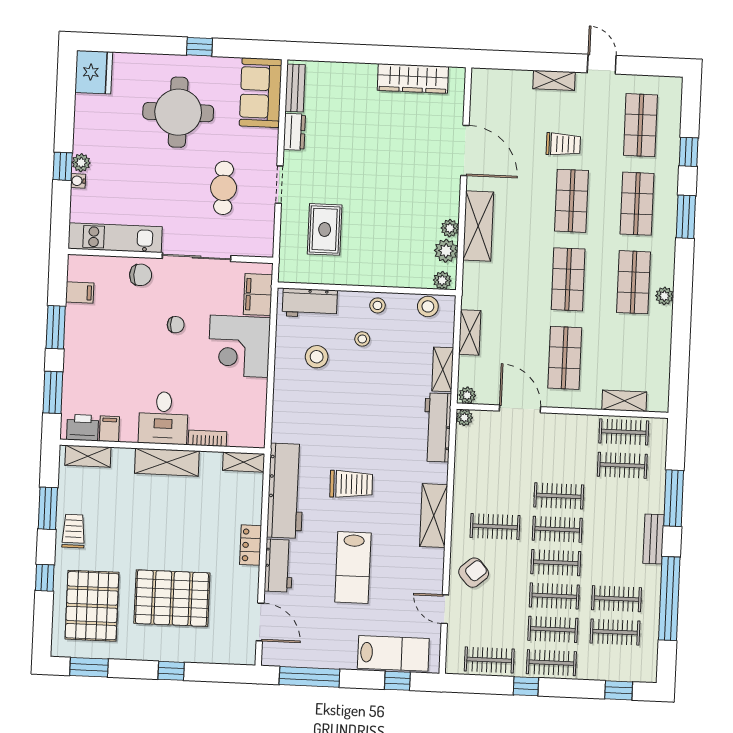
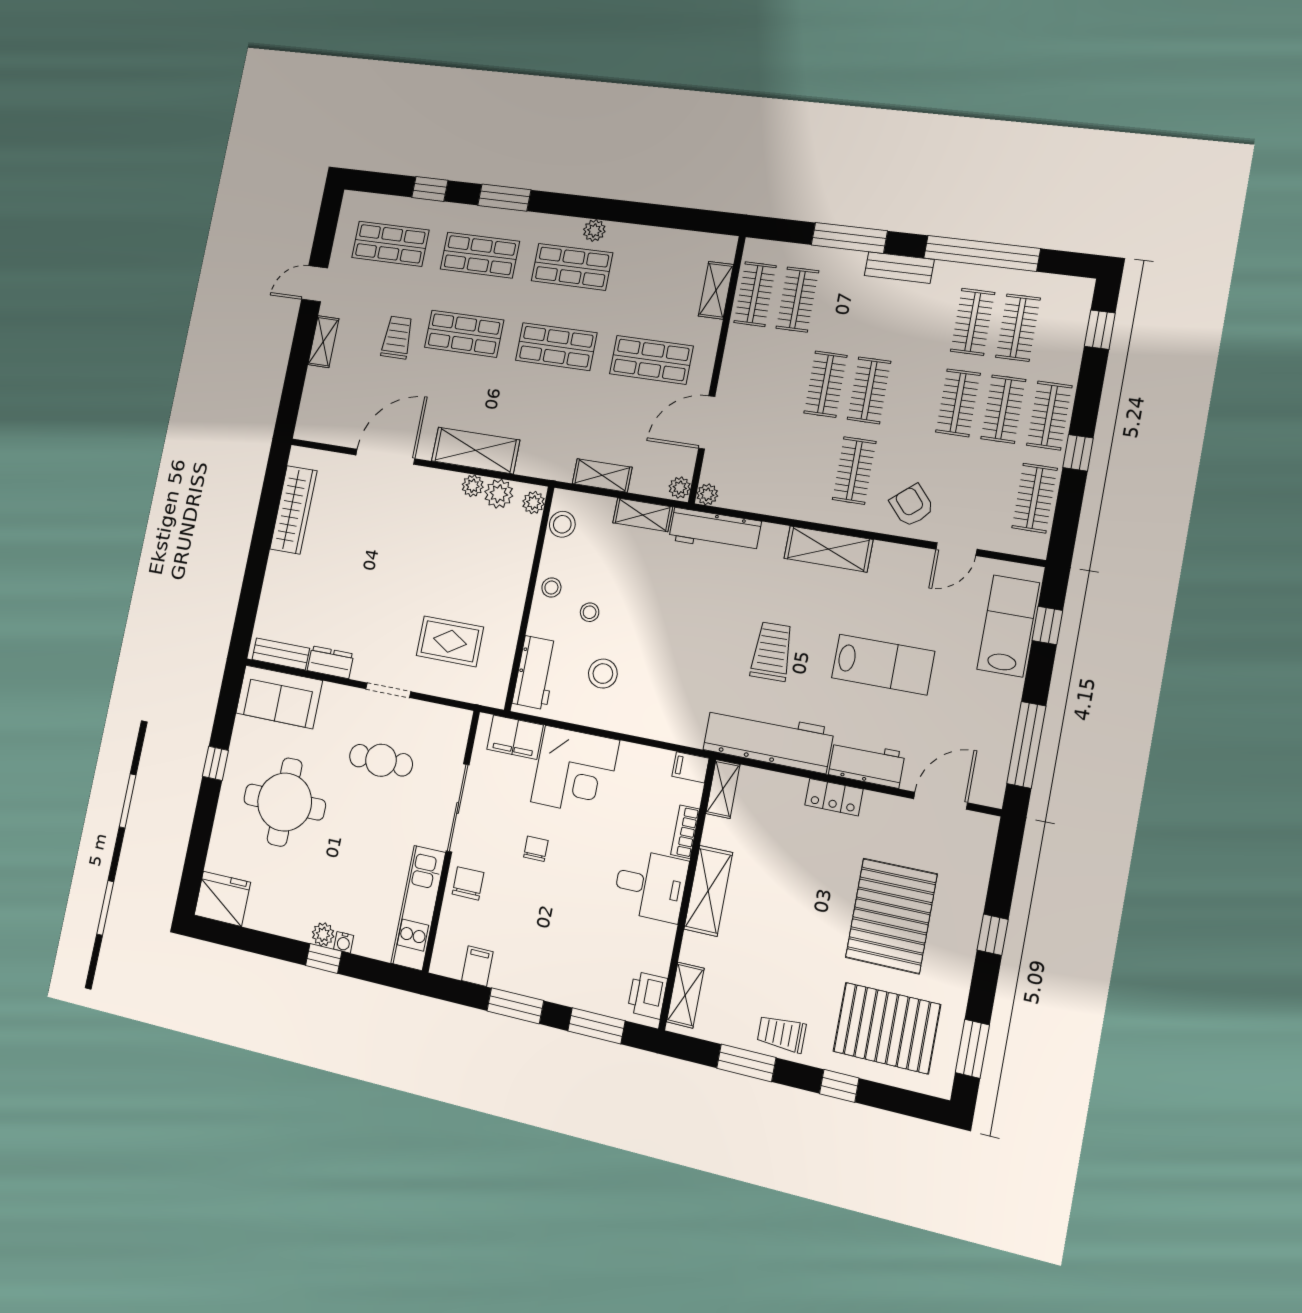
filing cabinet: (109, 429) -> (691, 767), moved
clothes rail: (556, 563) -> (913, 396), removed

